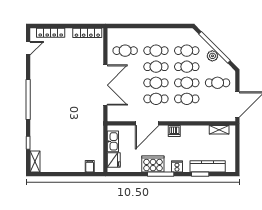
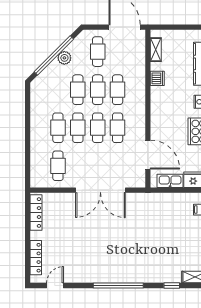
door: (28, 48) -> (55, 286), hinge flipped
cafe table: (187, 51) -> (58, 90), removed
double door: (105, 85) -> (100, 190), swing flipped
door: (147, 123) -> (148, 155), moved
dishwasher: (174, 131) -> (157, 78), moved

